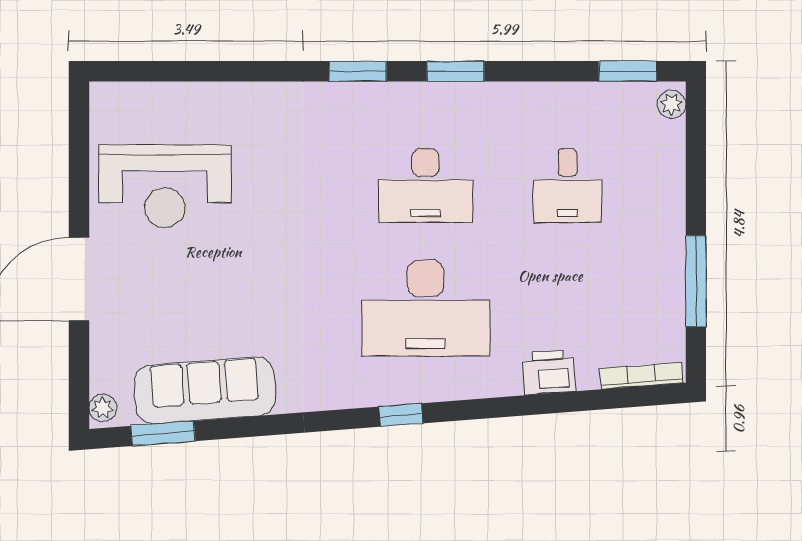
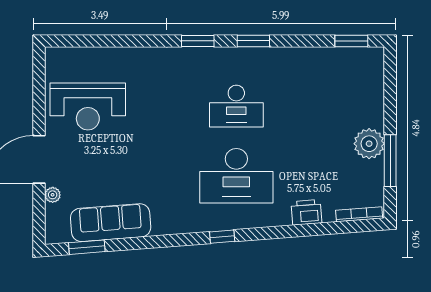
plant: (671, 104) -> (369, 144), moved, width x1.87, depth x1.87
desk: (568, 186) -> (317, 106), removed
plant: (103, 408) -> (53, 195), moved

